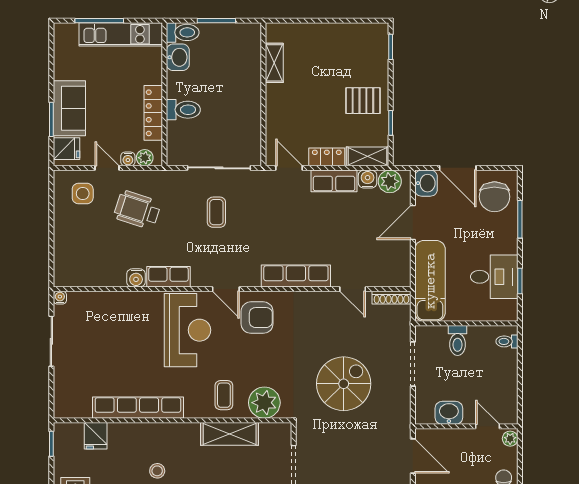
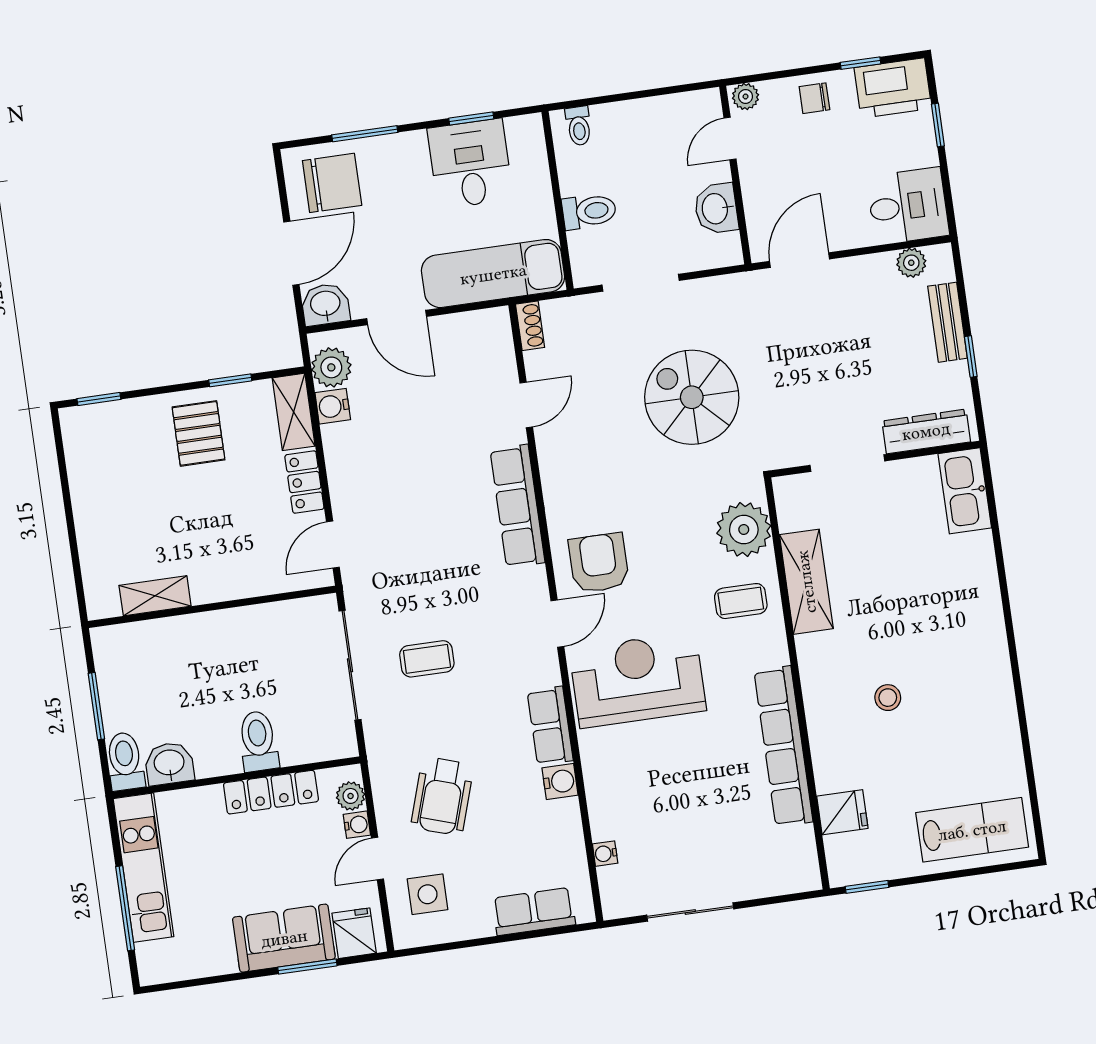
row of seats: (334, 181) -> (534, 911), moved, turned -90
water cooler: (60, 298) -> (605, 854), moved
shoe rack: (392, 298) -> (530, 326), width x0.70

